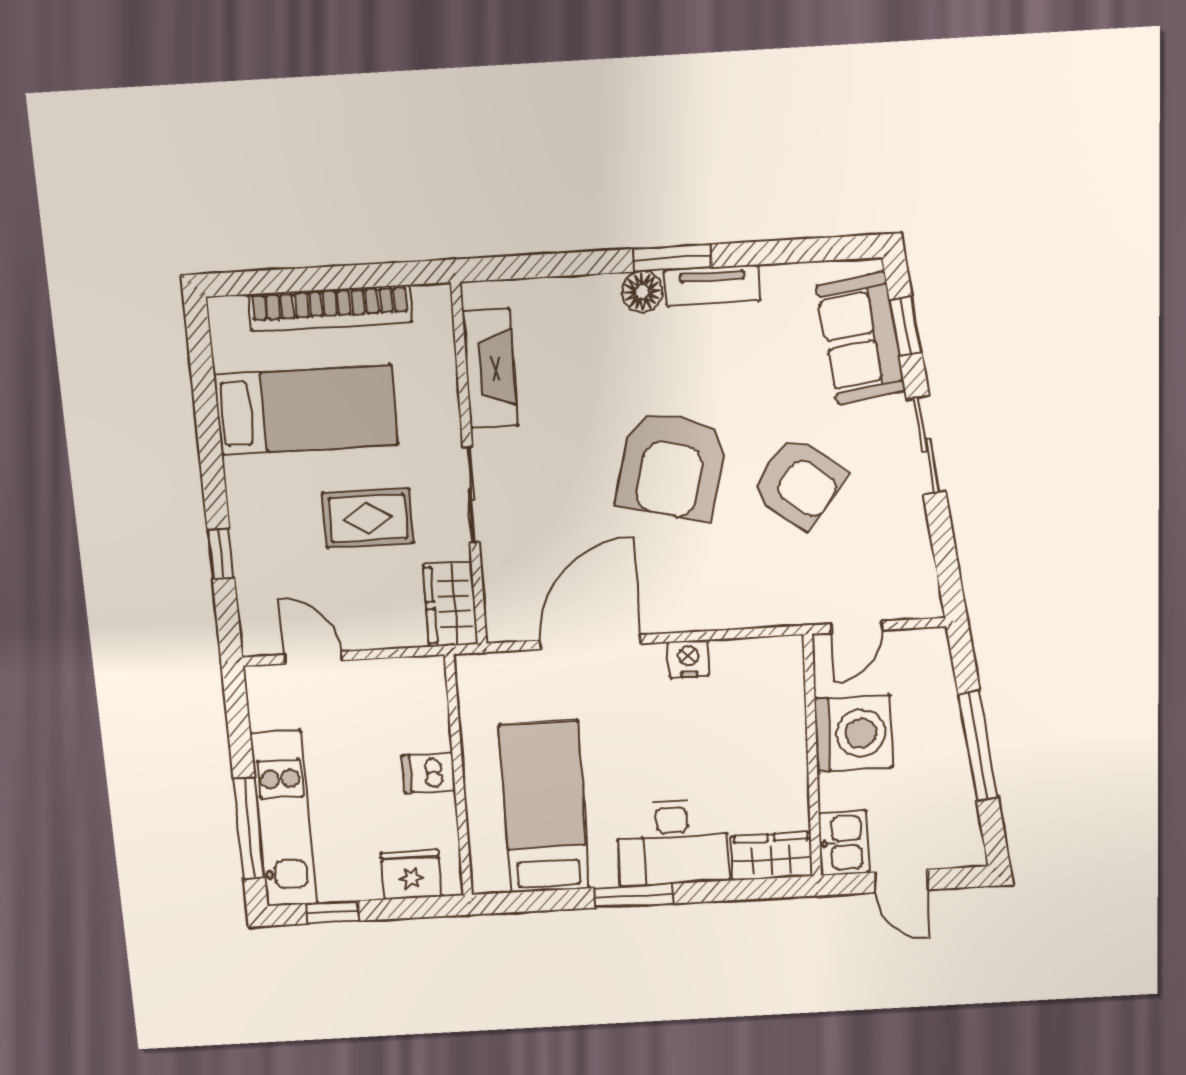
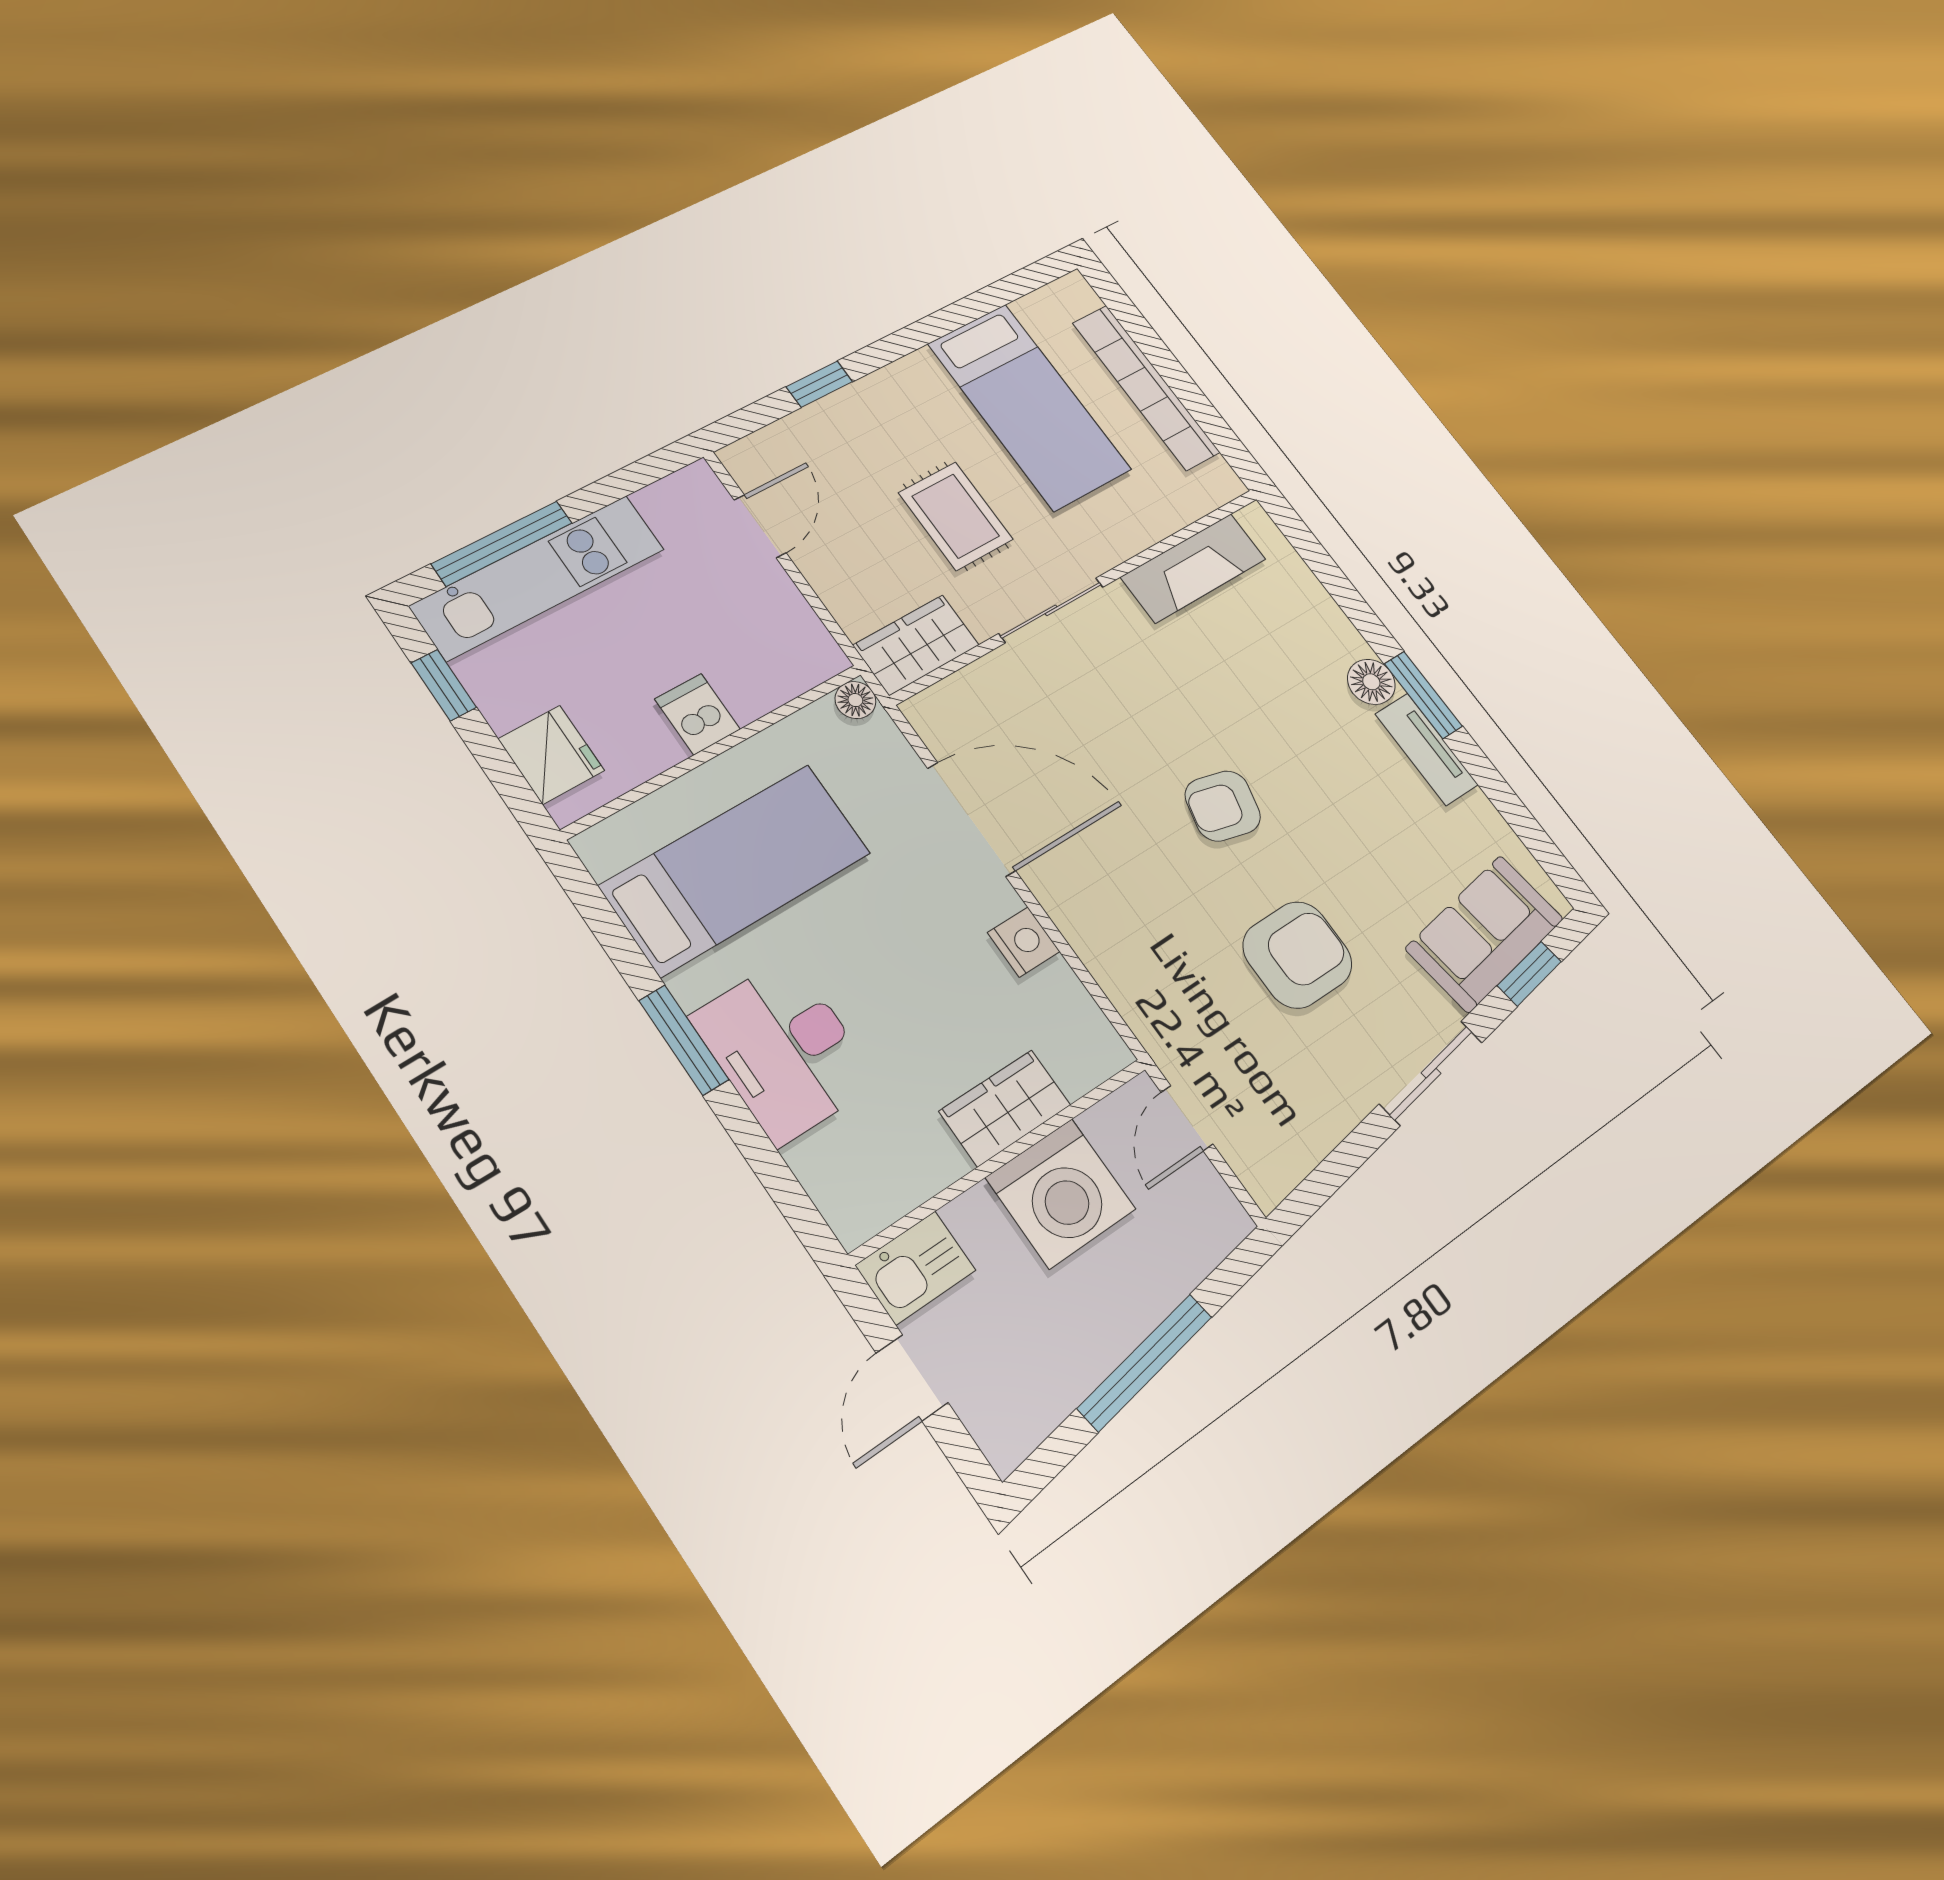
armchair: (672, 466) -> (1223, 806), width x0.53, depth x0.53
armchair: (799, 483) -> (1297, 955), turned -127
door: (857, 627) -> (1187, 1118), hinge flipped
floor lamp: (469, 668) -> (855, 700), added
wardrobe: (772, 856) -> (1005, 1108), moved, turned -90

